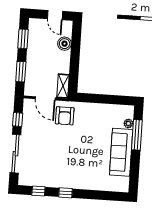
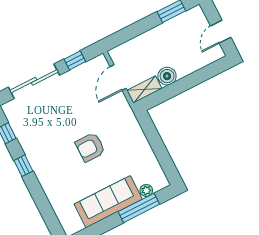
boiler: (64, 44) -> (167, 76), moved
window: (21, 72) -> (132, 31), removed
armchair: (65, 116) -> (90, 147), moved

